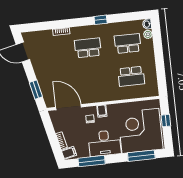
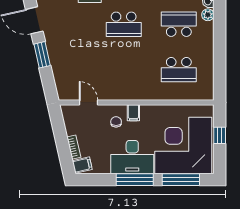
school desk: (88, 48) -> (124, 24), turned 180
window: (36, 90) -> (42, 55), moved
door: (69, 107) -> (88, 102), width x0.53
window: (92, 161) -> (135, 180), moved

